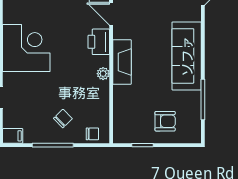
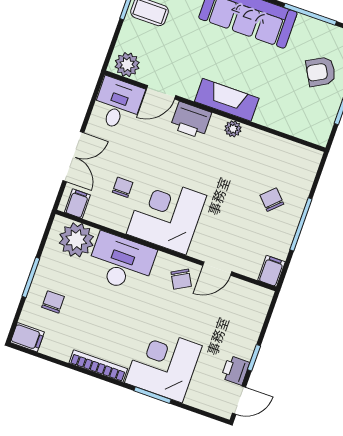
armchair: (165, 121) -> (321, 72), turned -119
chair: (92, 134) -> (123, 187), moved

